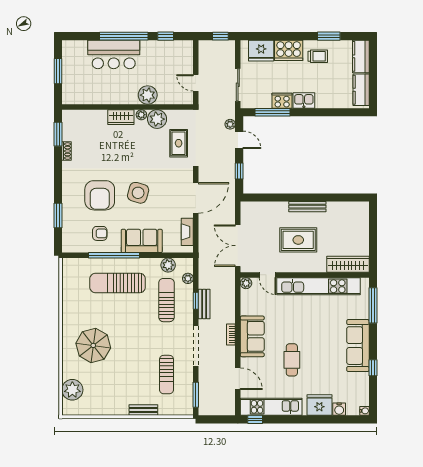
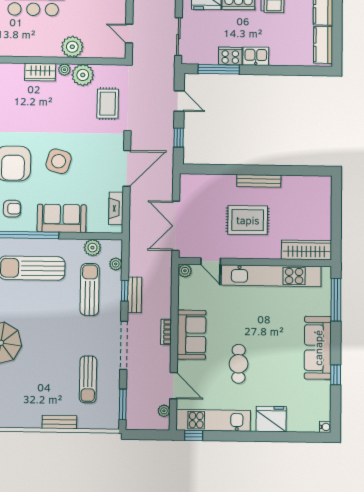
plant: (230, 124) -> (164, 411), moved
water cooler: (339, 409) -> (295, 424), removed

